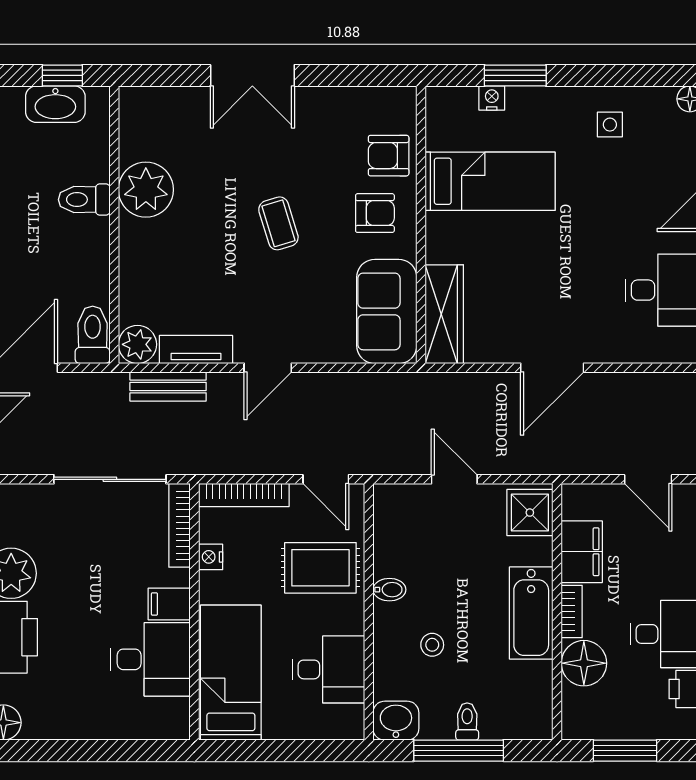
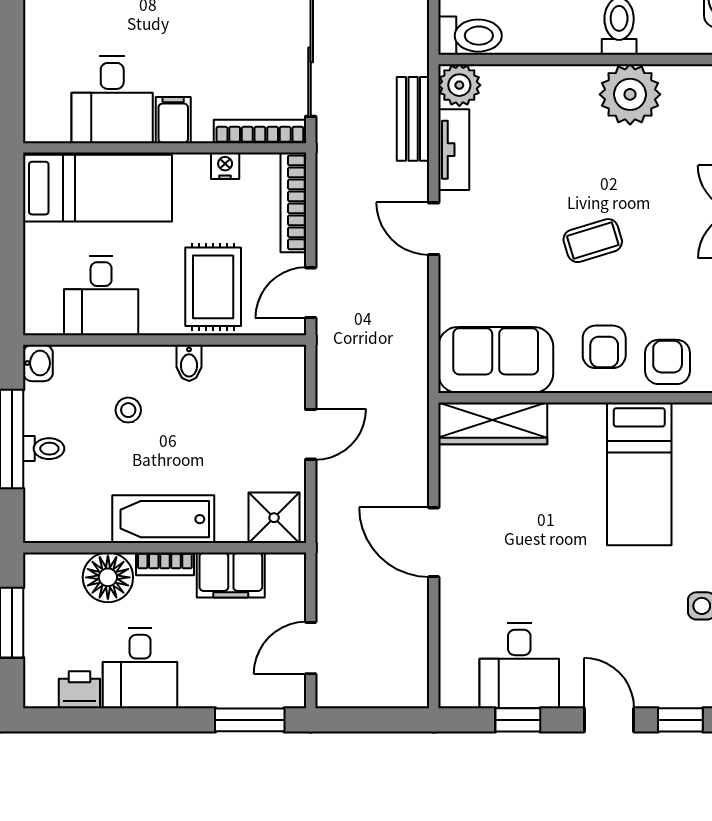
washbasin: (396, 721) -> (38, 363), width x0.72, depth x0.69

